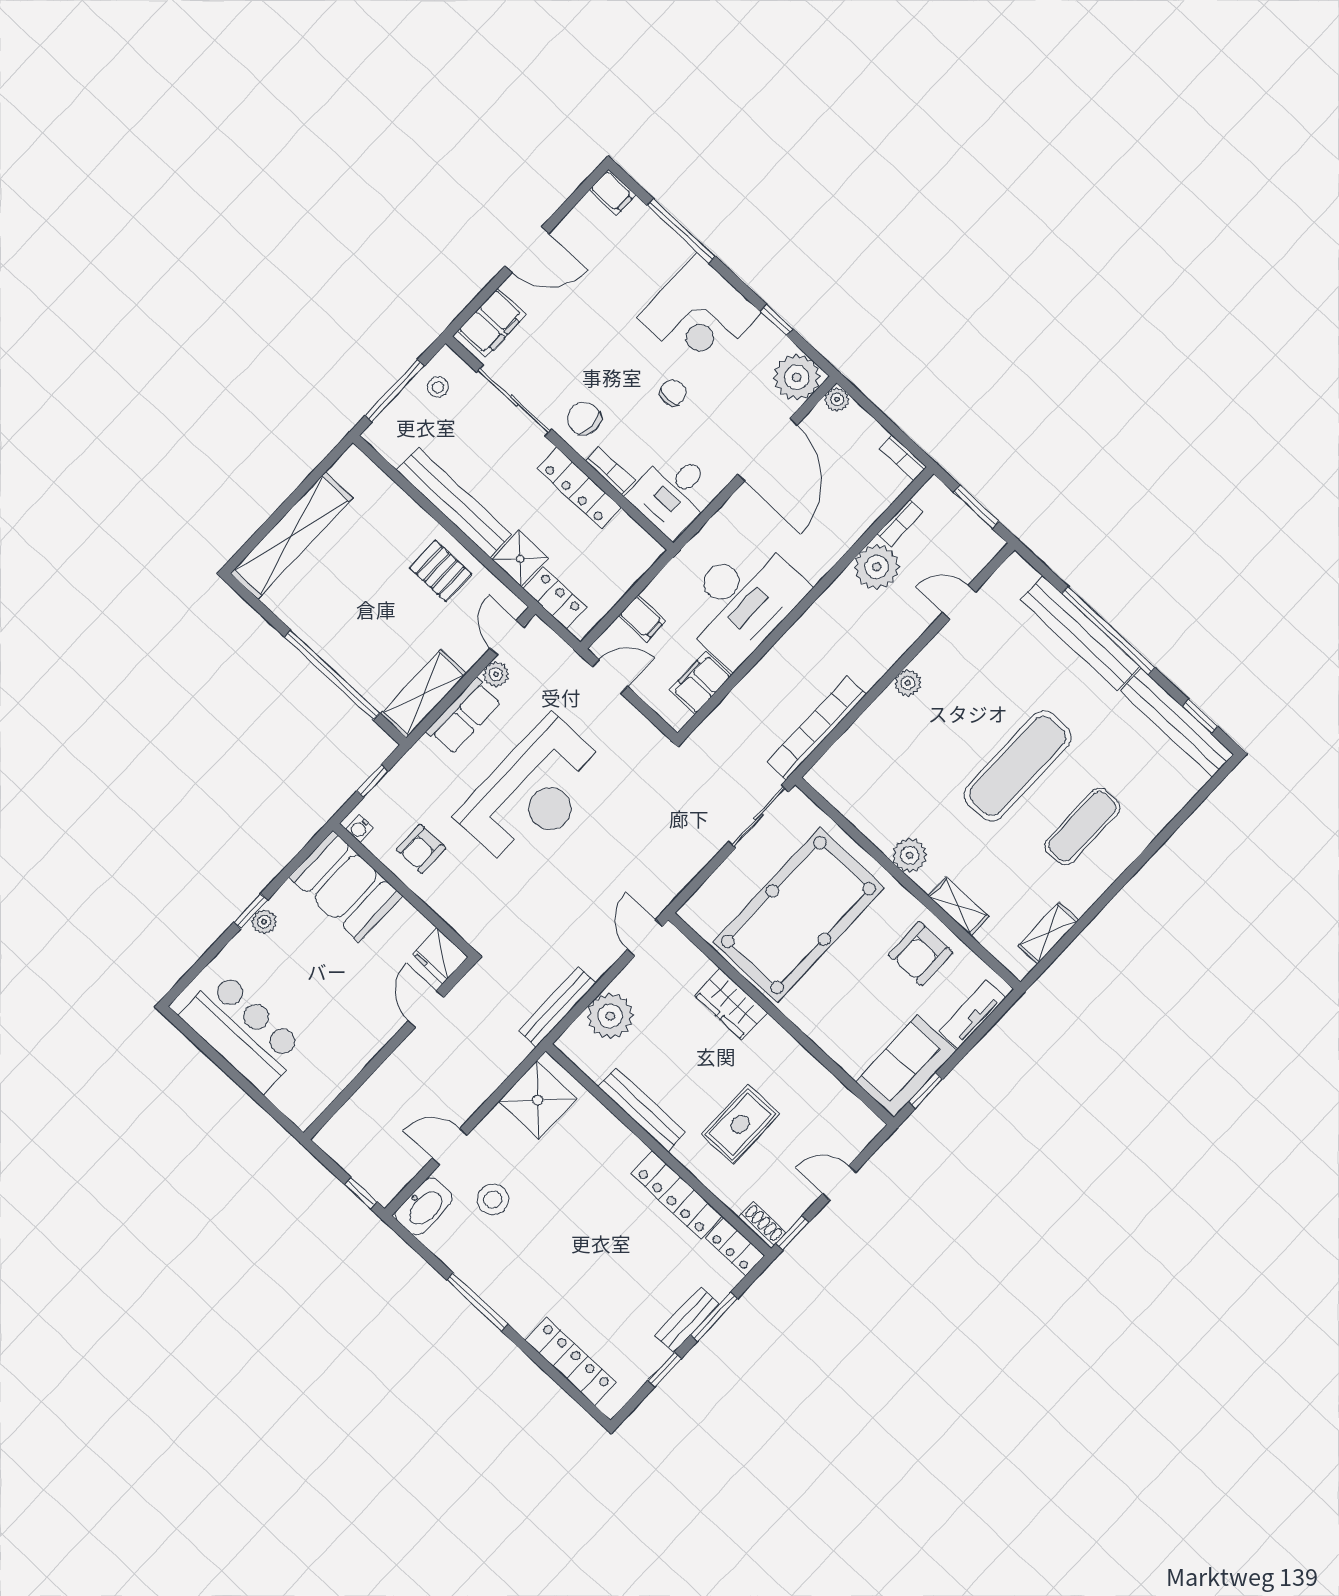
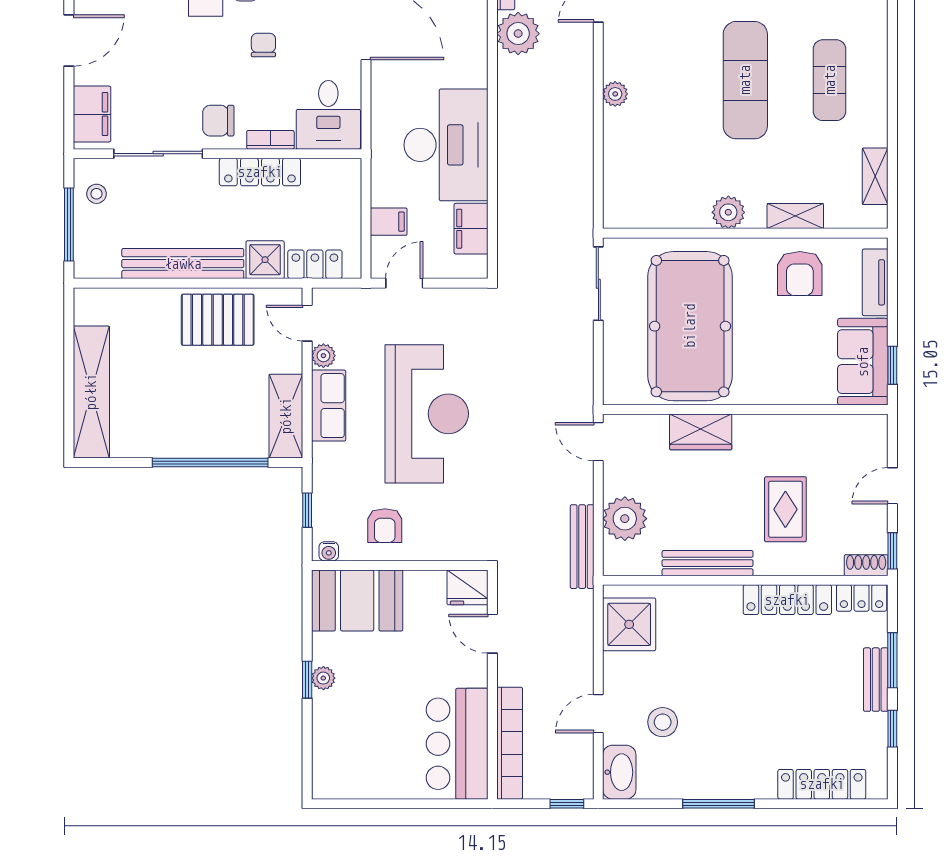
pallet: (441, 571) -> (218, 320), width x1.50, depth x1.42
bookcase: (817, 728) -> (510, 743), moved, turned 180
bar counter: (242, 1032) -> (457, 744), moved, turned -90

